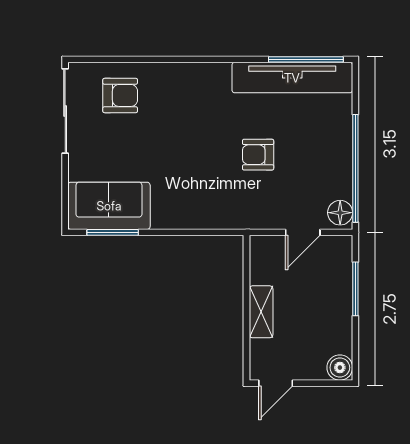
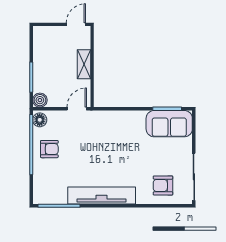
tv unit: (292, 78) -> (102, 196), moved
armchair: (258, 155) -> (49, 149), moved
door: (303, 232) -> (77, 109), moved
boiler: (340, 368) -> (40, 100), moved

